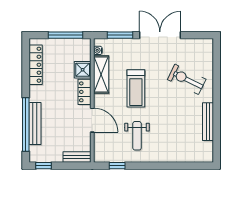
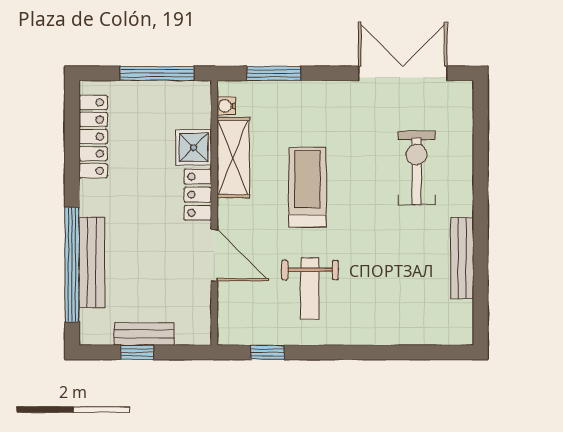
double door: (160, 35) -> (403, 73), moved
exercise bike: (187, 79) -> (416, 168), turned 64
treadmill: (136, 88) -> (308, 187), turned 180
bench: (77, 157) -> (144, 334), moved
window: (43, 166) -> (137, 352), moved

